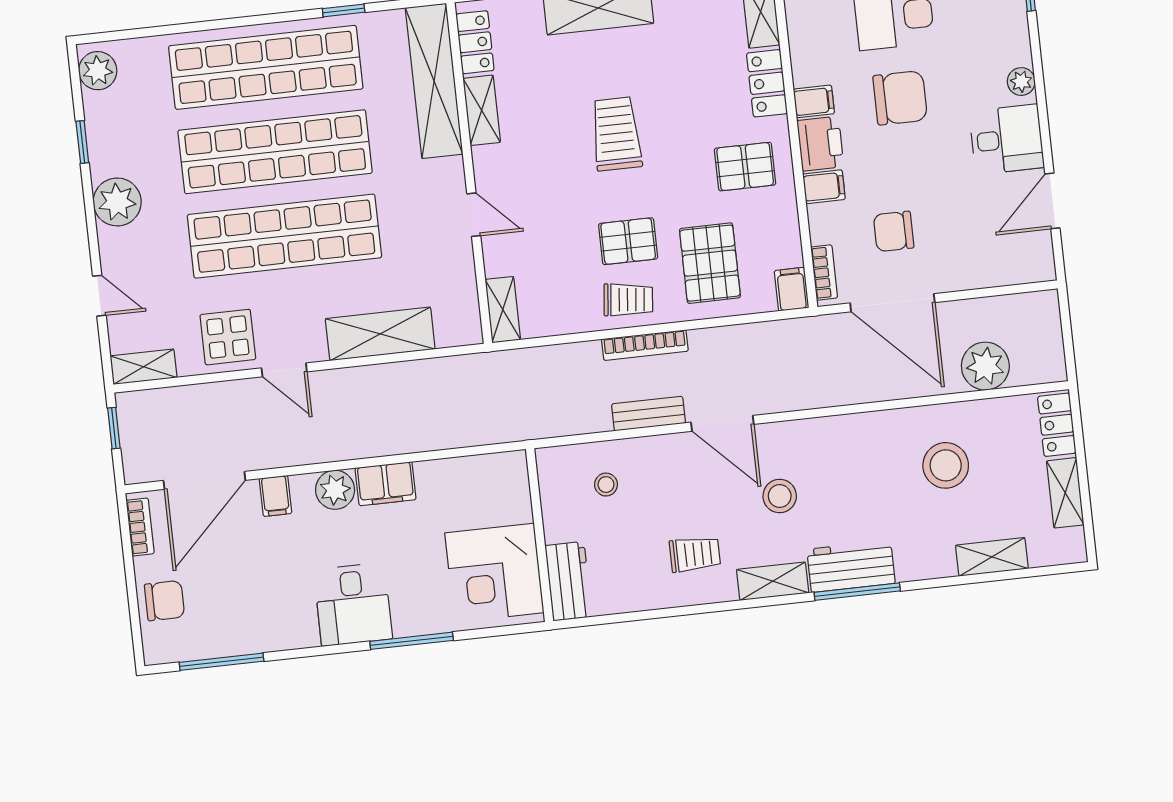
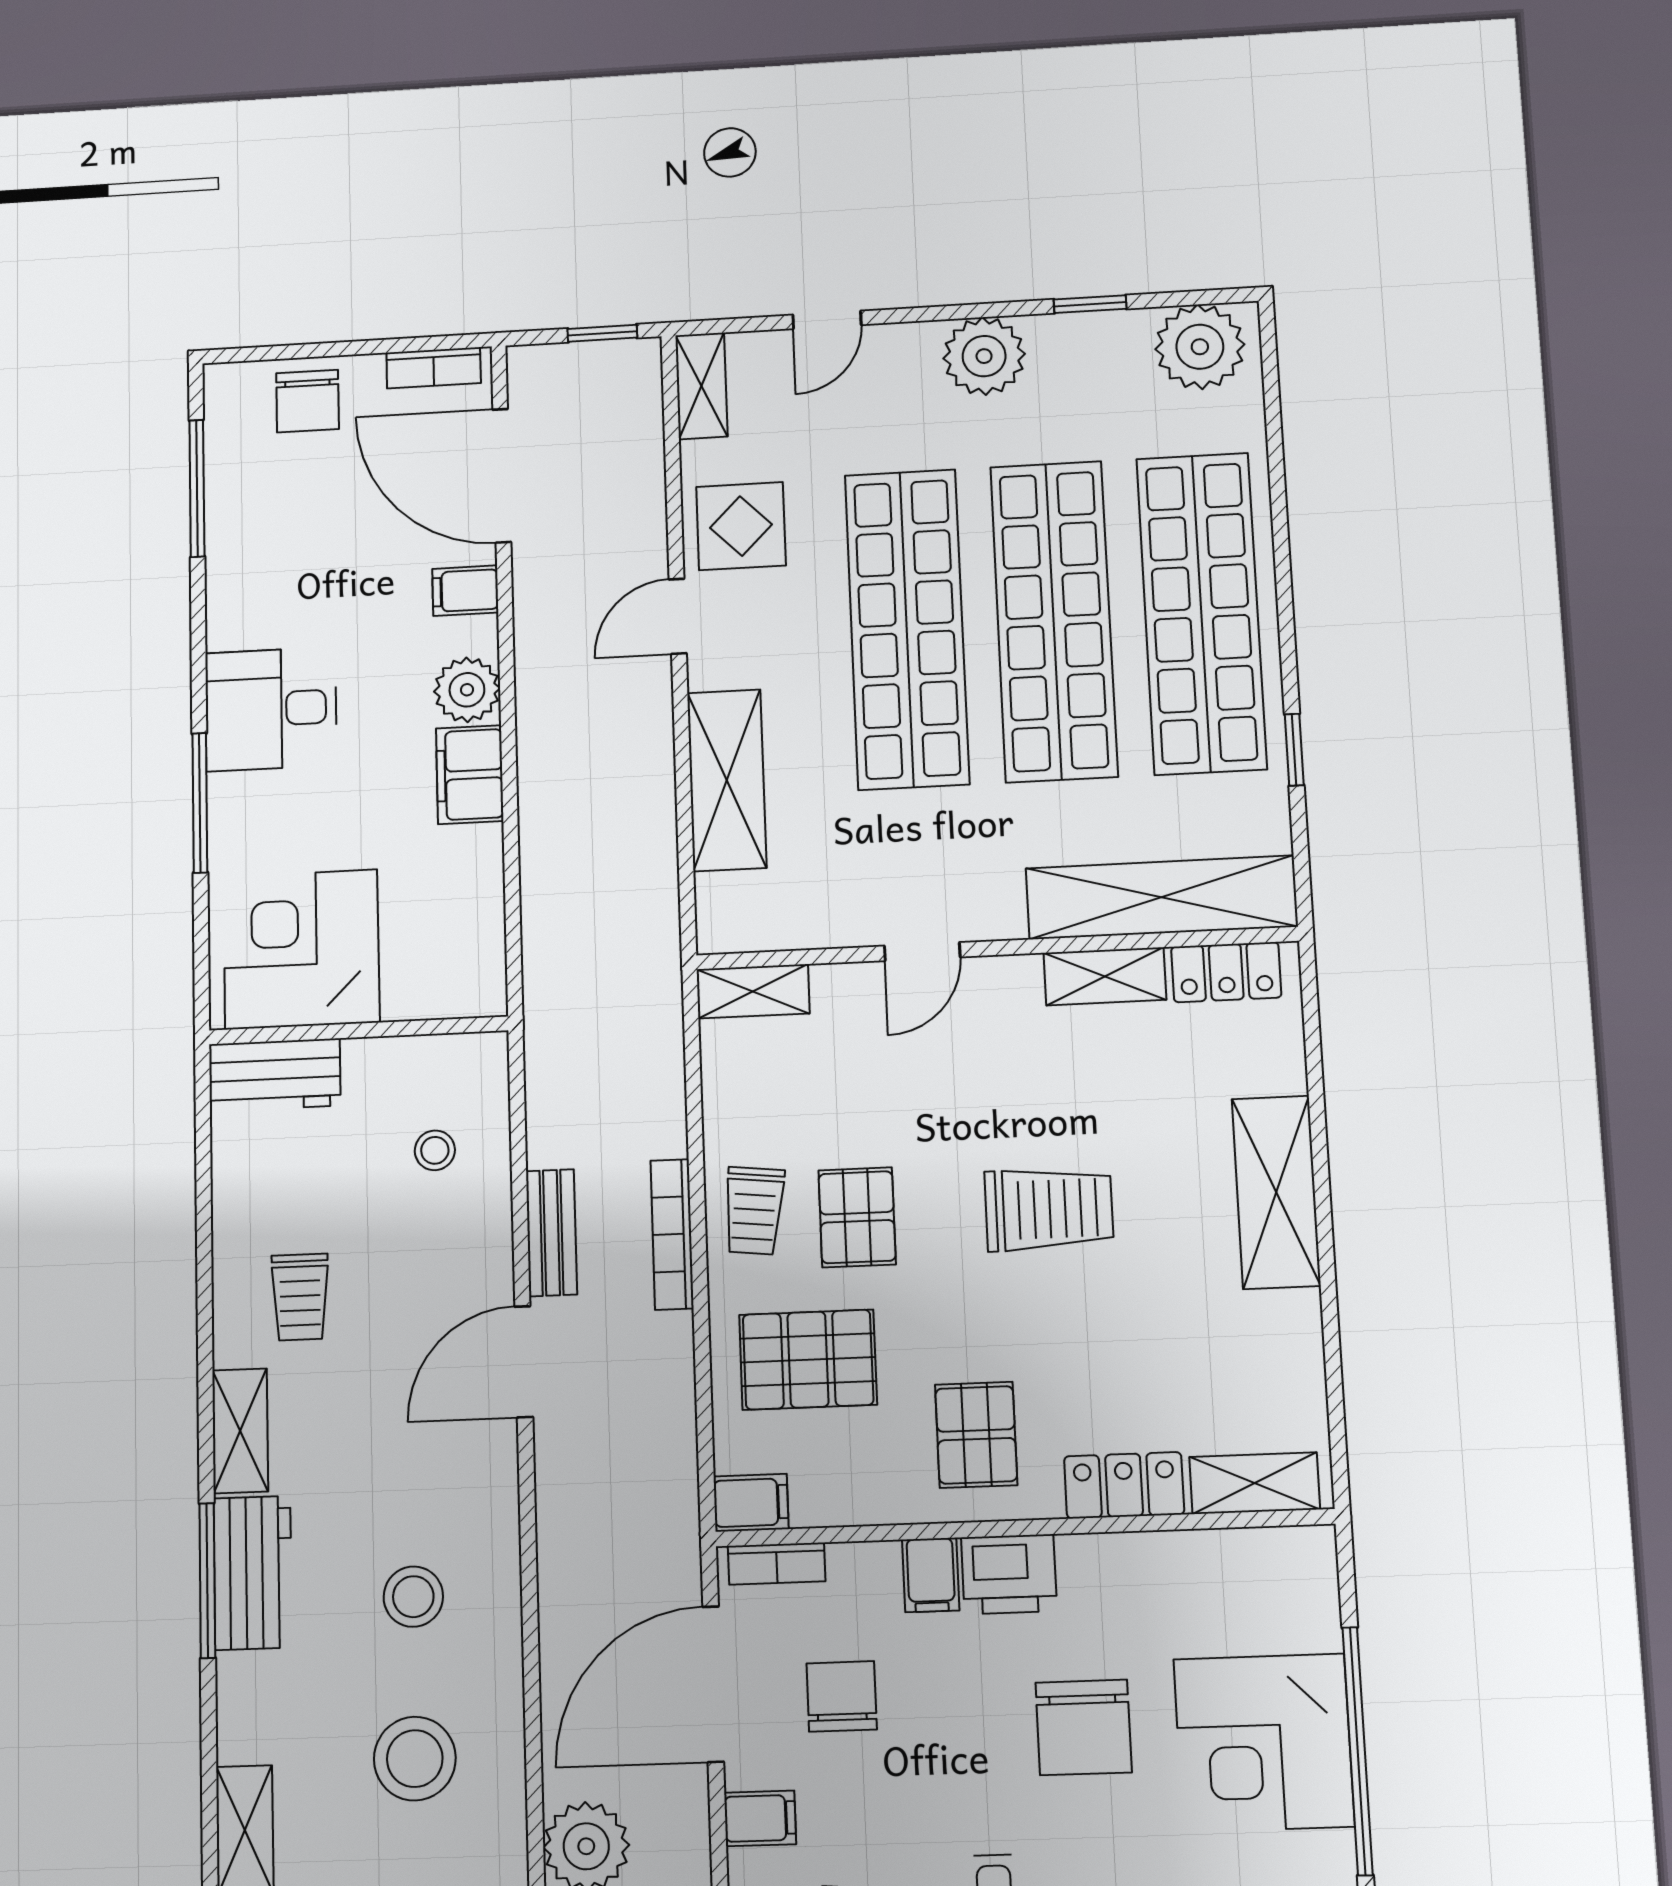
plant: (98, 71) -> (1200, 347), width x1.36, depth x1.36
filing cabinet: (814, 101) -> (760, 1818), moved, turned -90
stool: (780, 496) -> (413, 1597), moved

